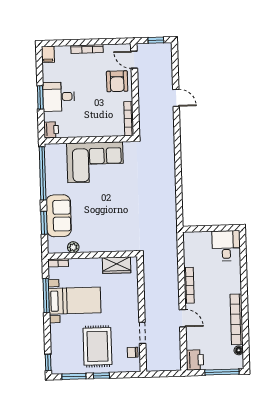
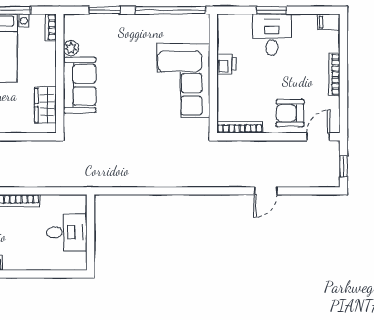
printer: (51, 130) -> (226, 64), moved, turned -90
sofa: (59, 216) -> (80, 85), moved, turned -90
desk: (226, 246) -> (67, 232), moved

